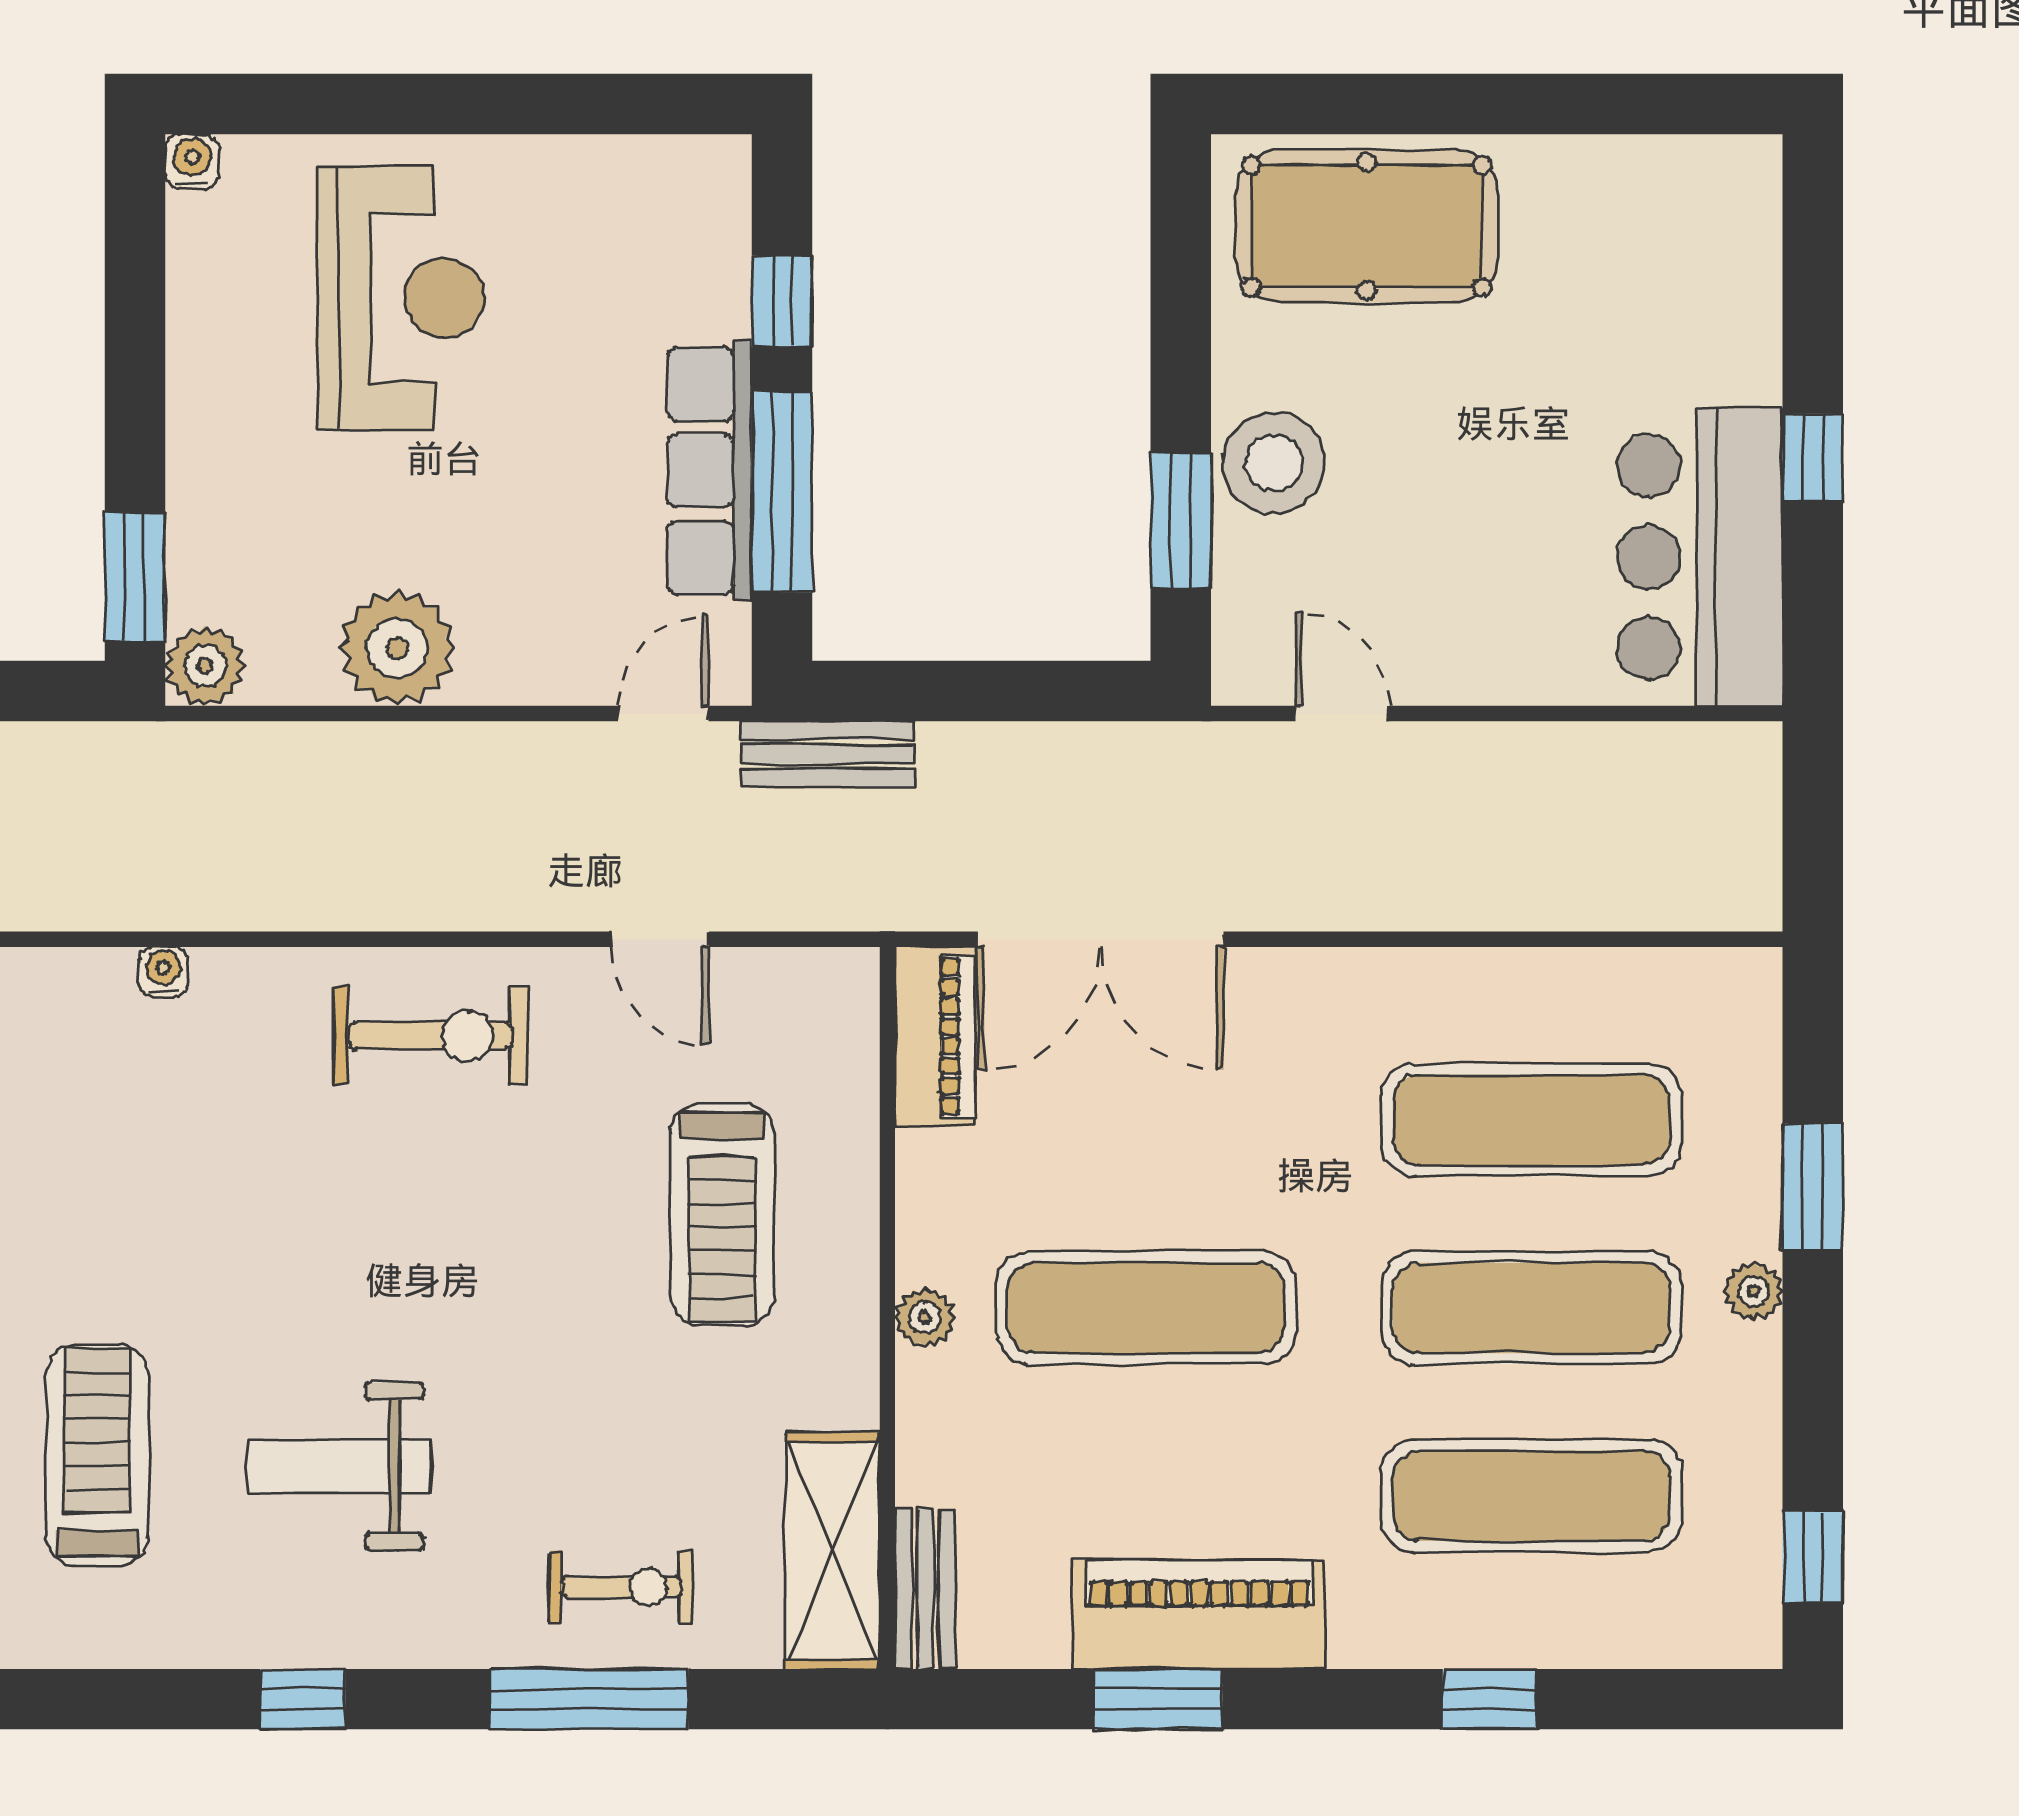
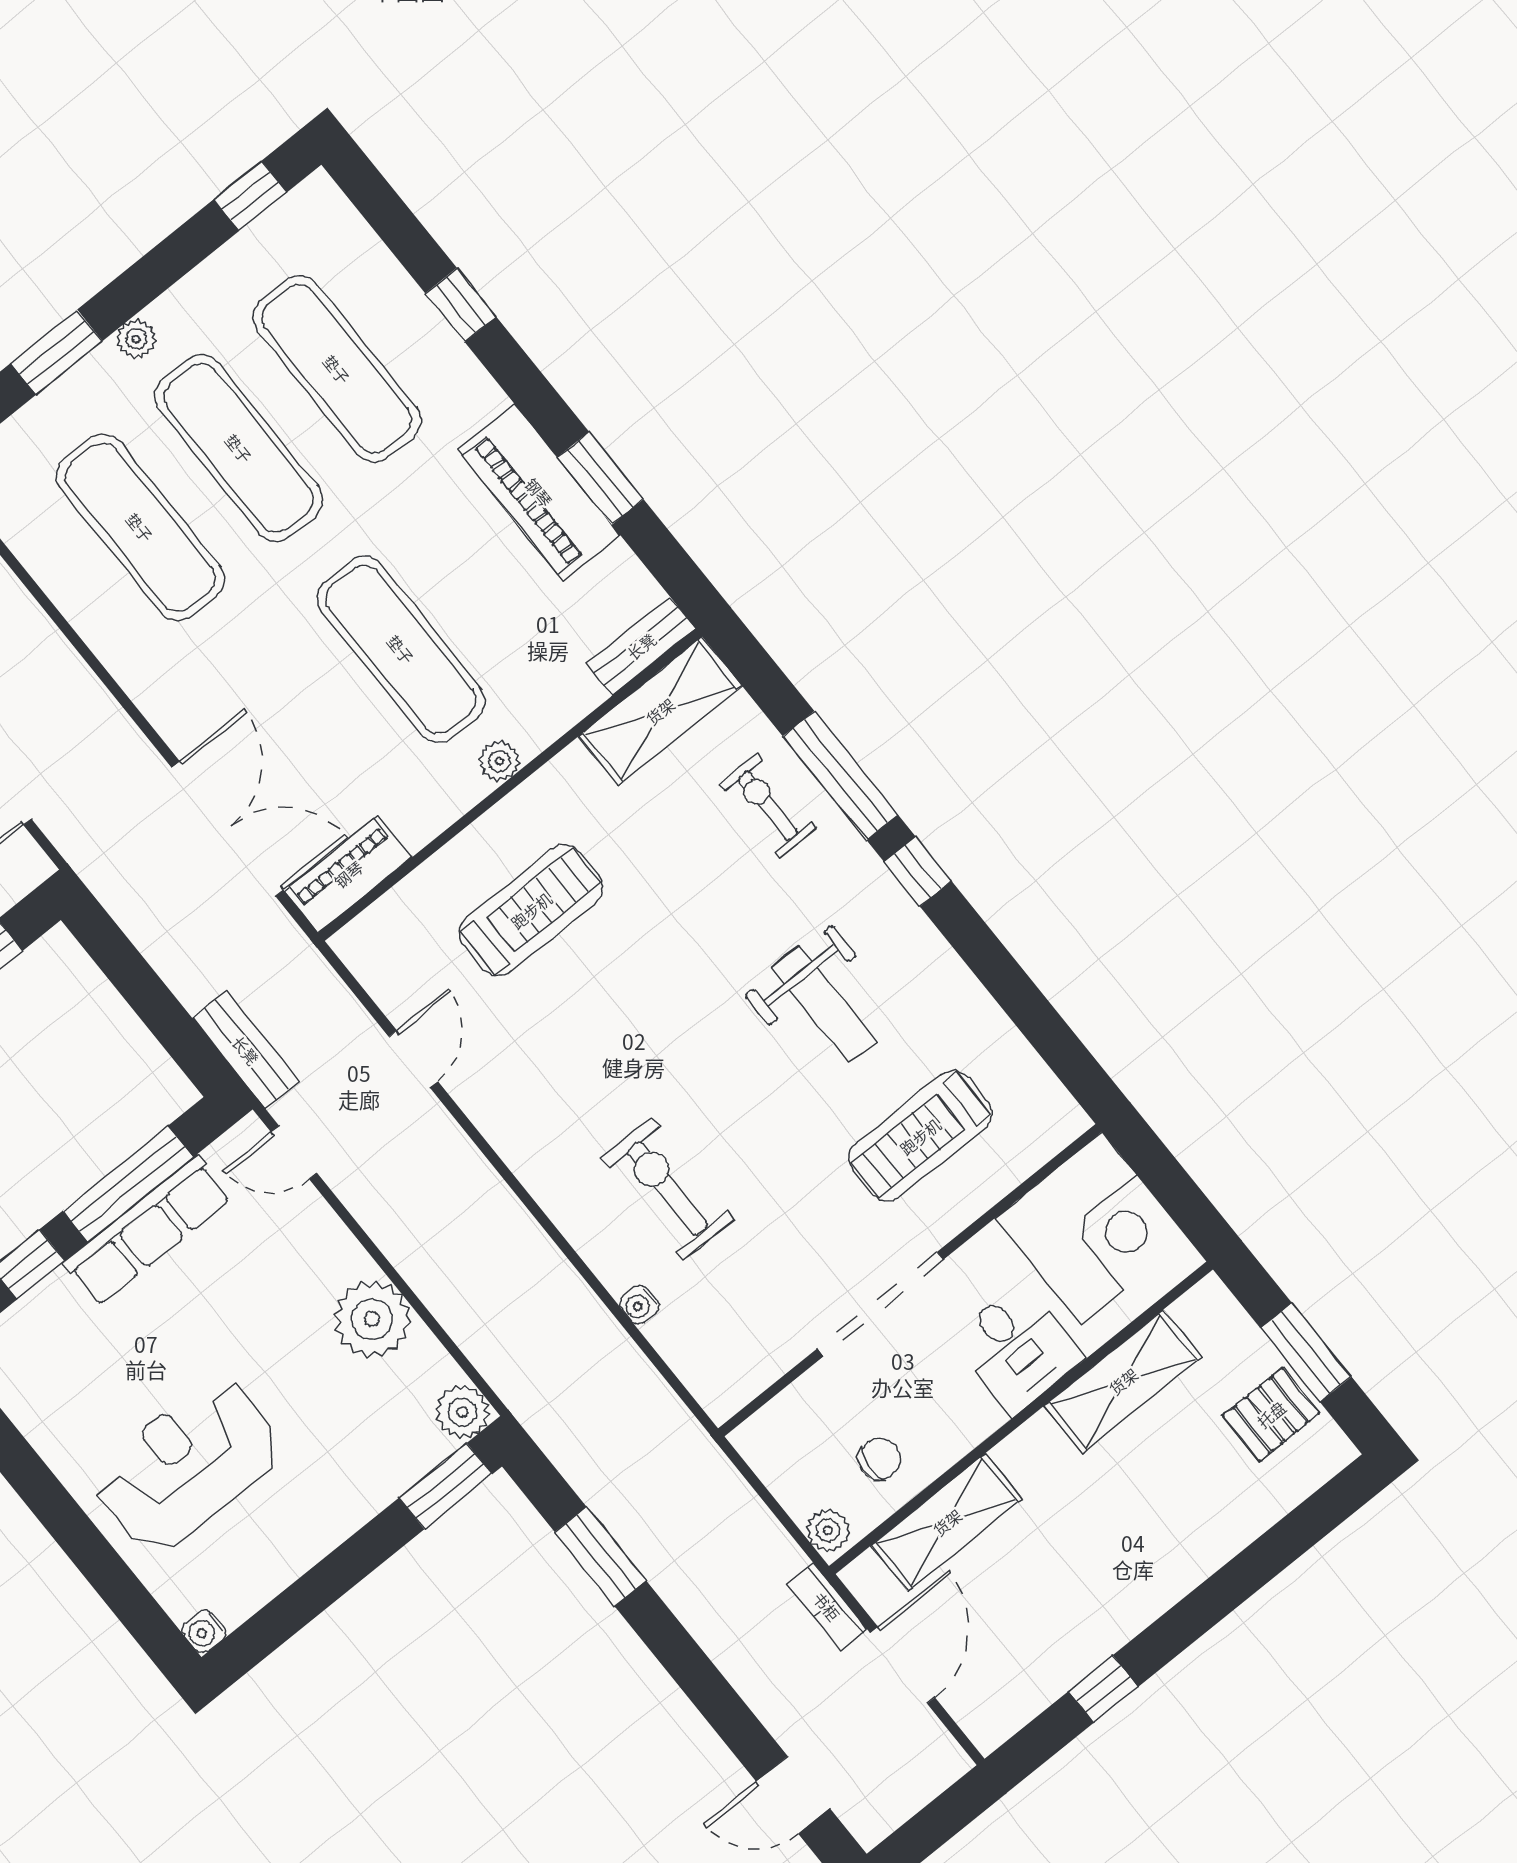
exercise bike: (431, 1036) -> (667, 1189), moved
window: (303, 1699) -> (918, 871), moved

